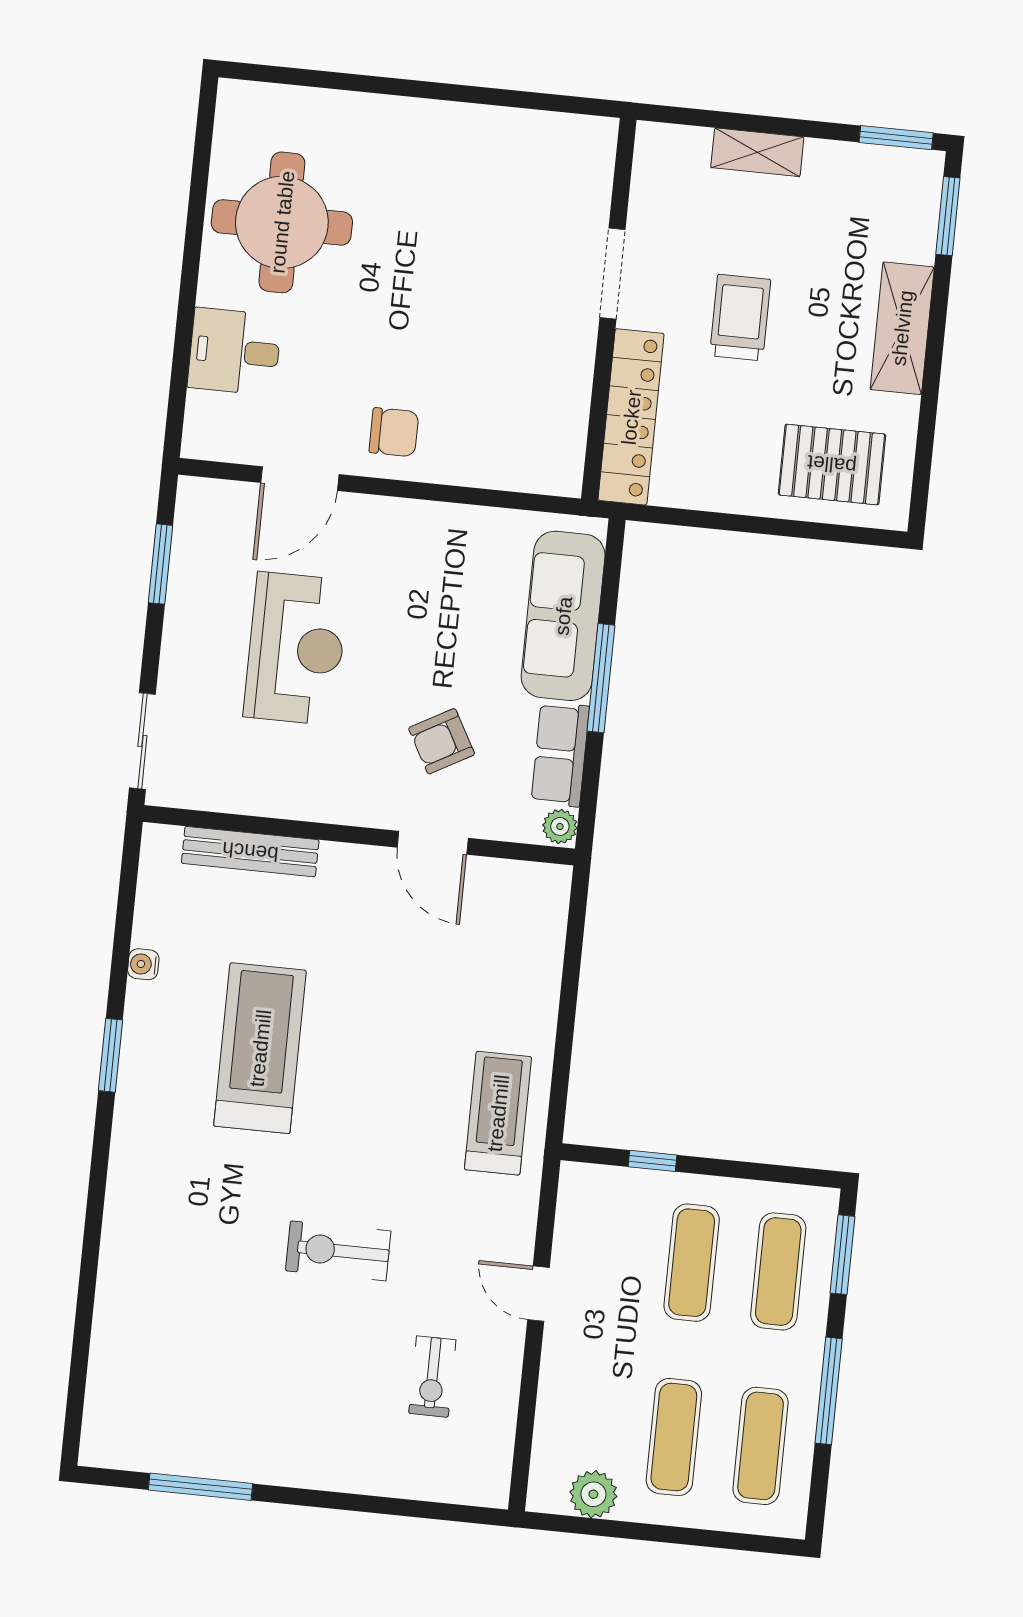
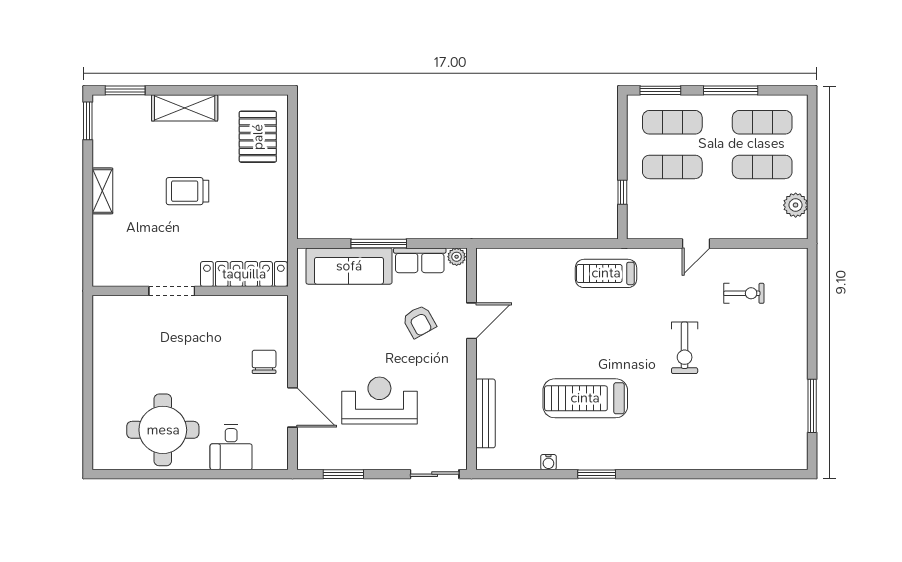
doorway: (612, 274) -> (172, 291), moved
wall: (609, 309) -> (190, 291), moved
locker: (631, 417) -> (244, 274), moved

